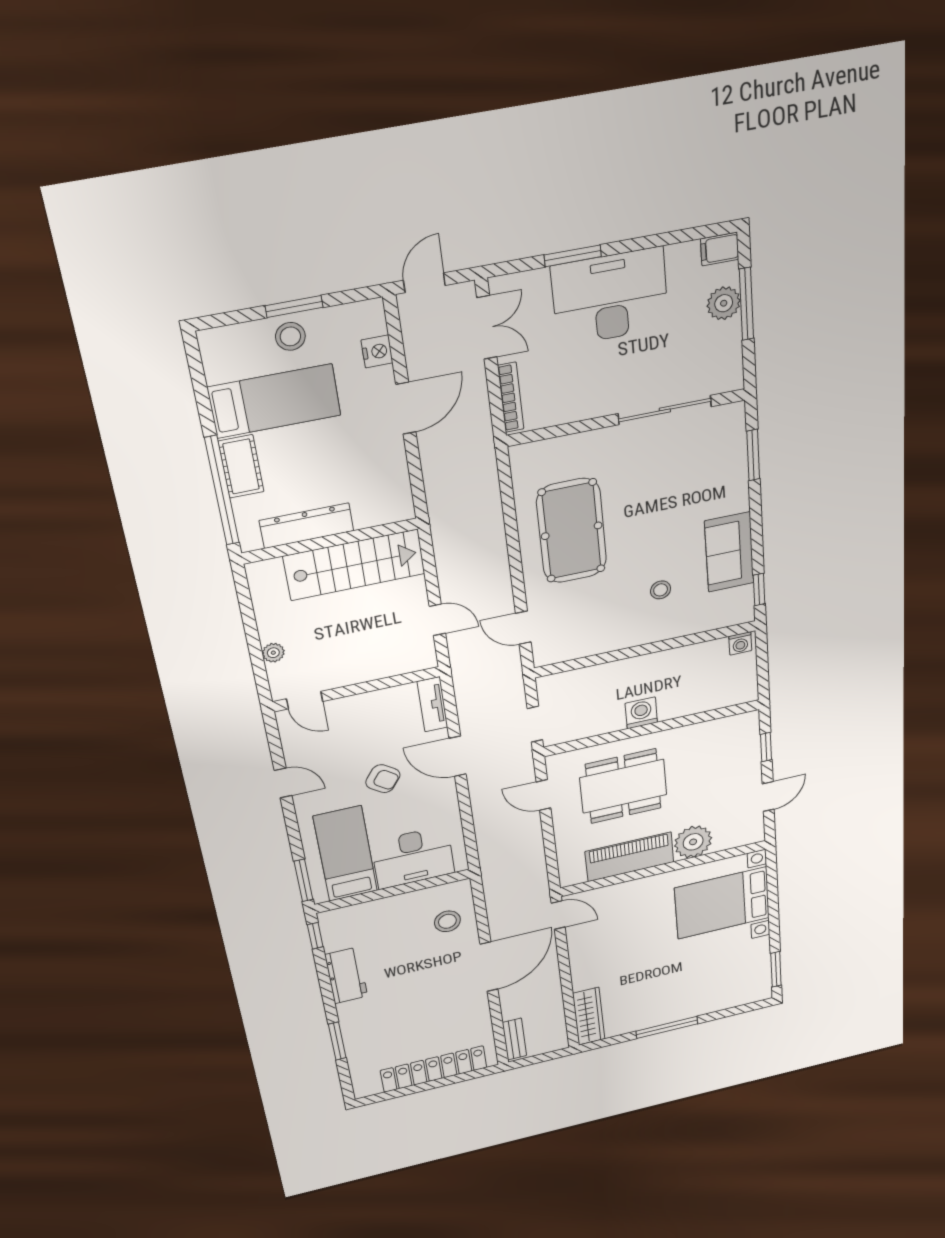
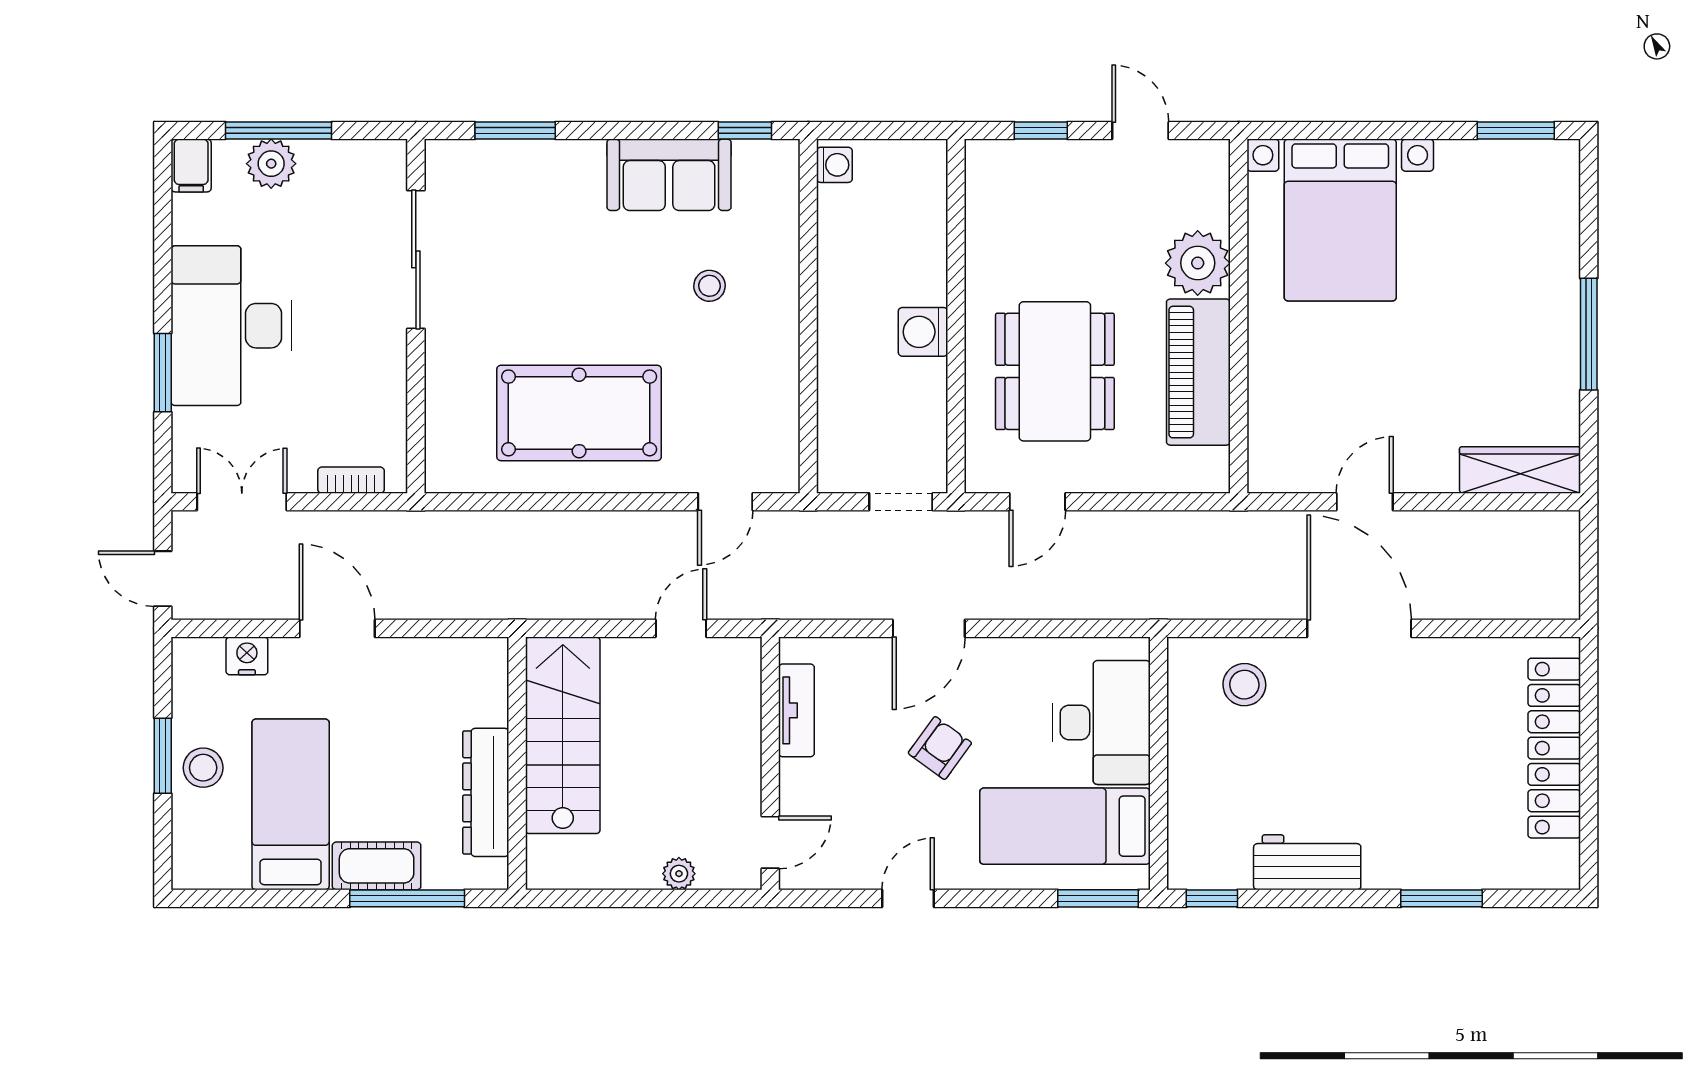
bookcase: (511, 397) -> (351, 480), width x0.64
window: (222, 491) -> (407, 898), width x0.68
tv unit: (433, 704) -> (796, 710), moved, turned -90
door: (558, 915) -> (1365, 502), moved
bench: (514, 1039) -> (1531, 603), removed

